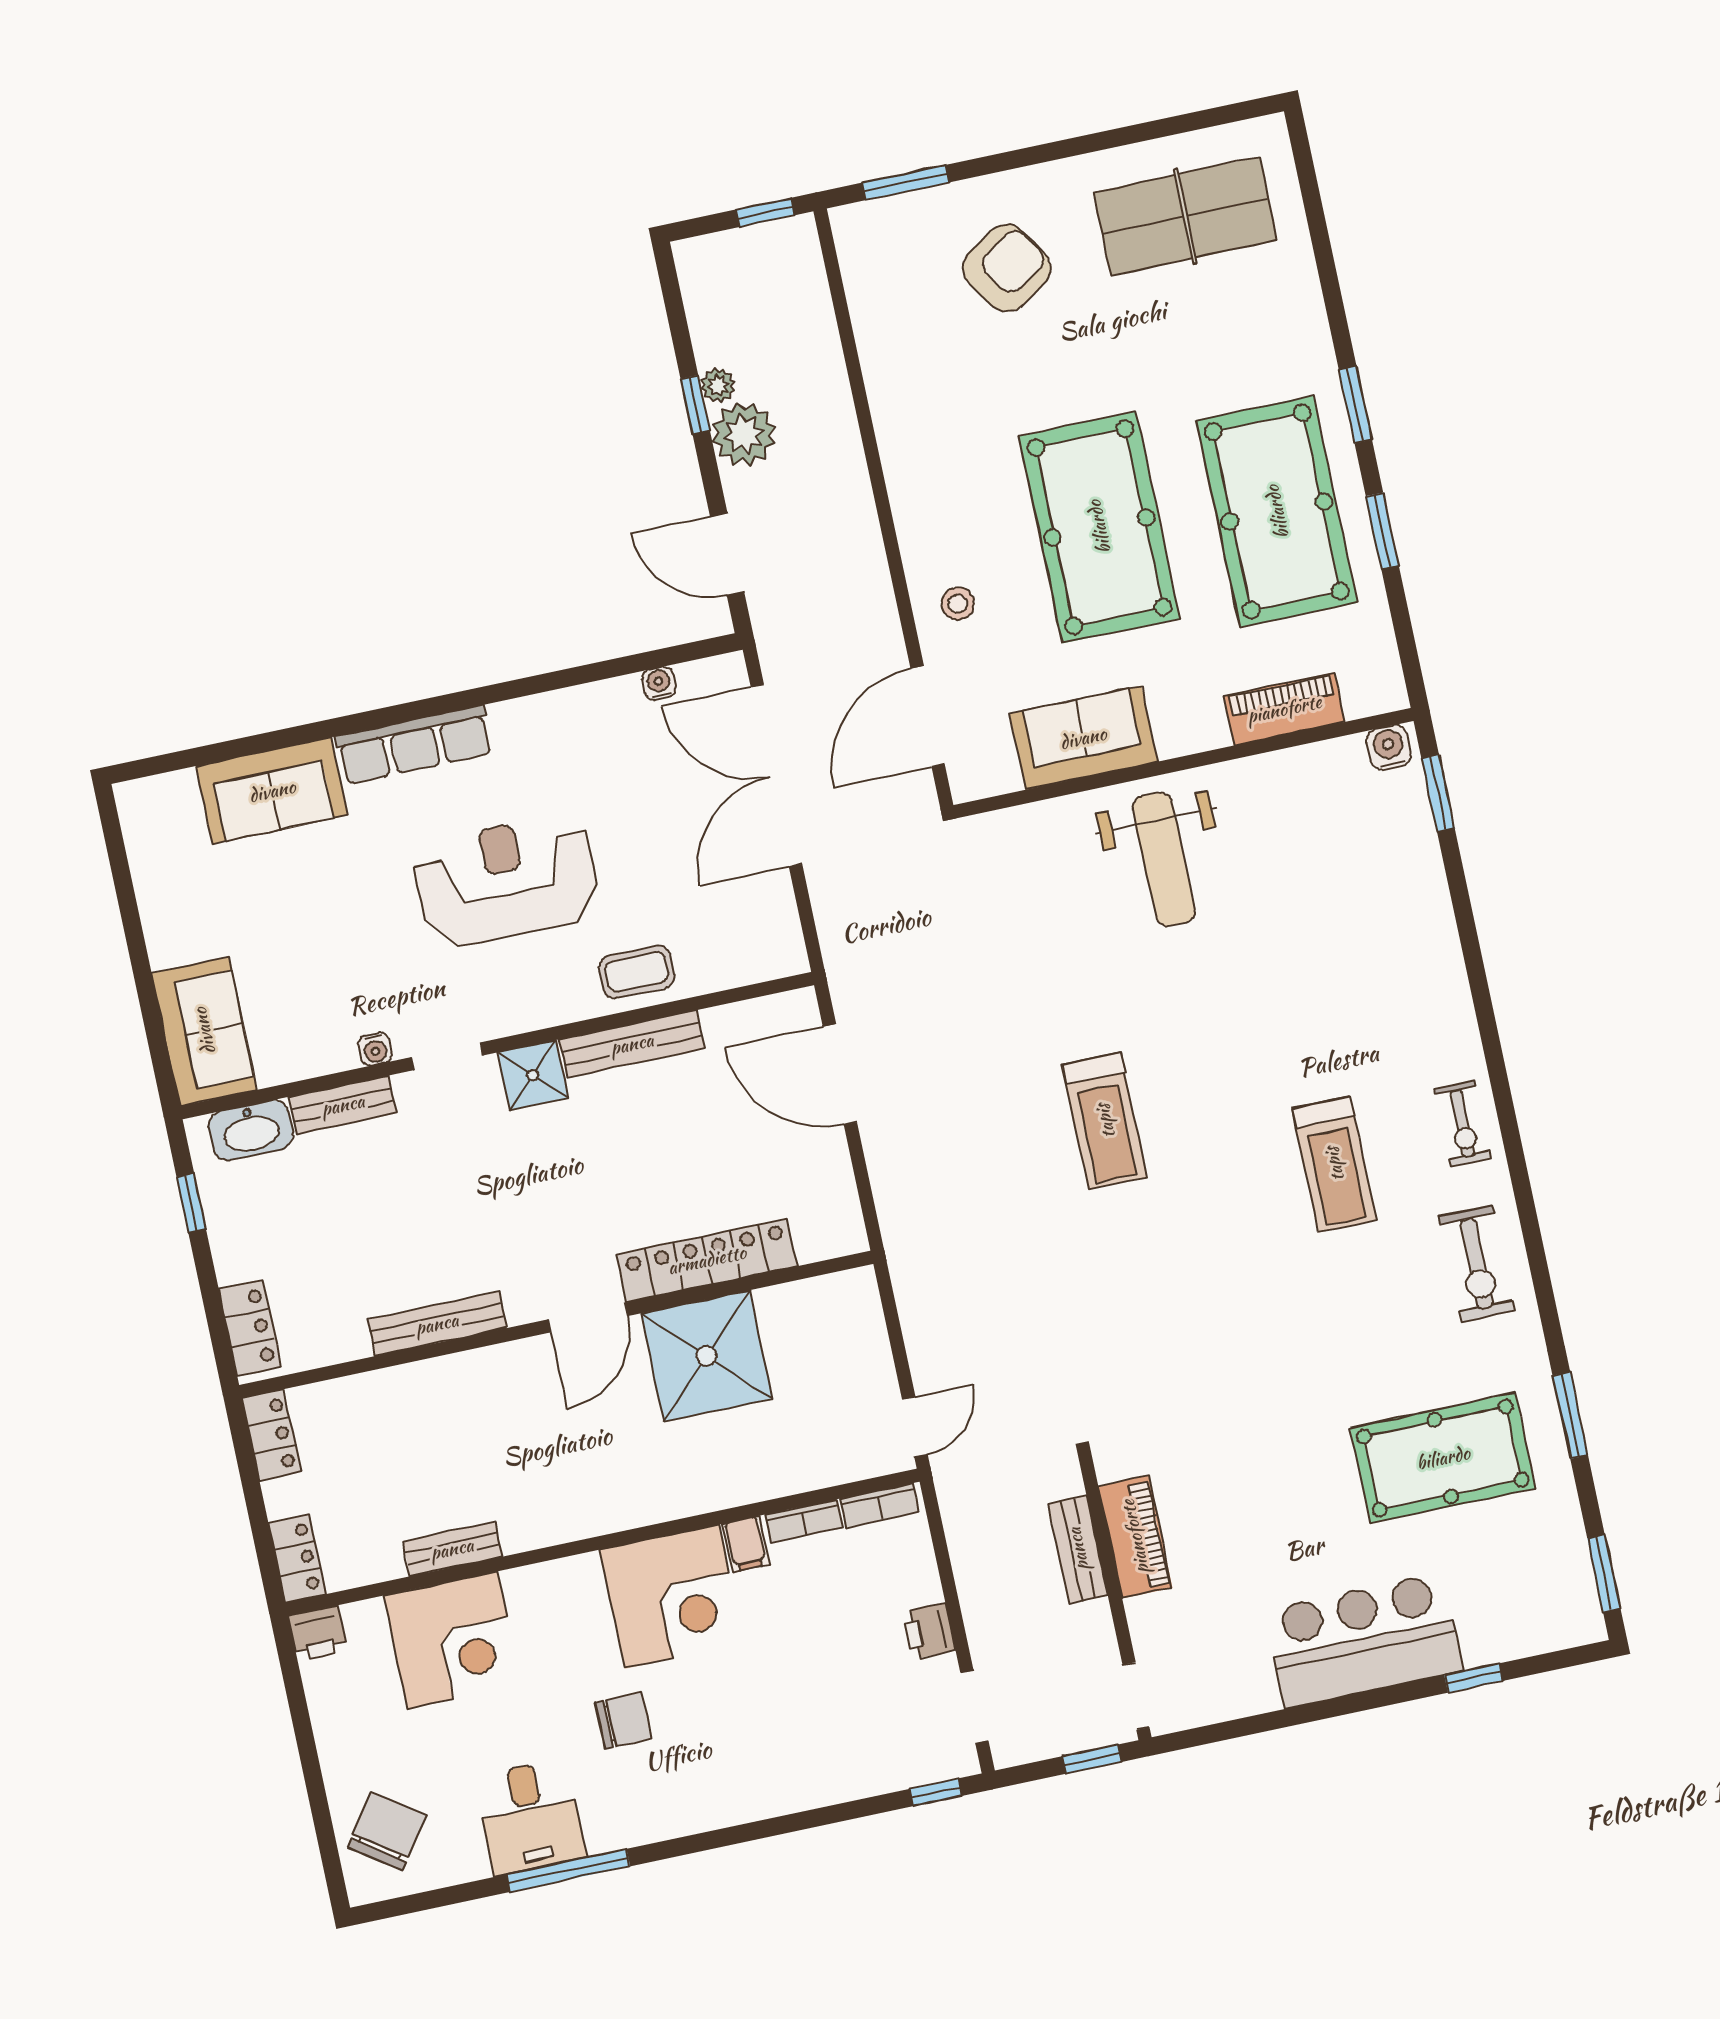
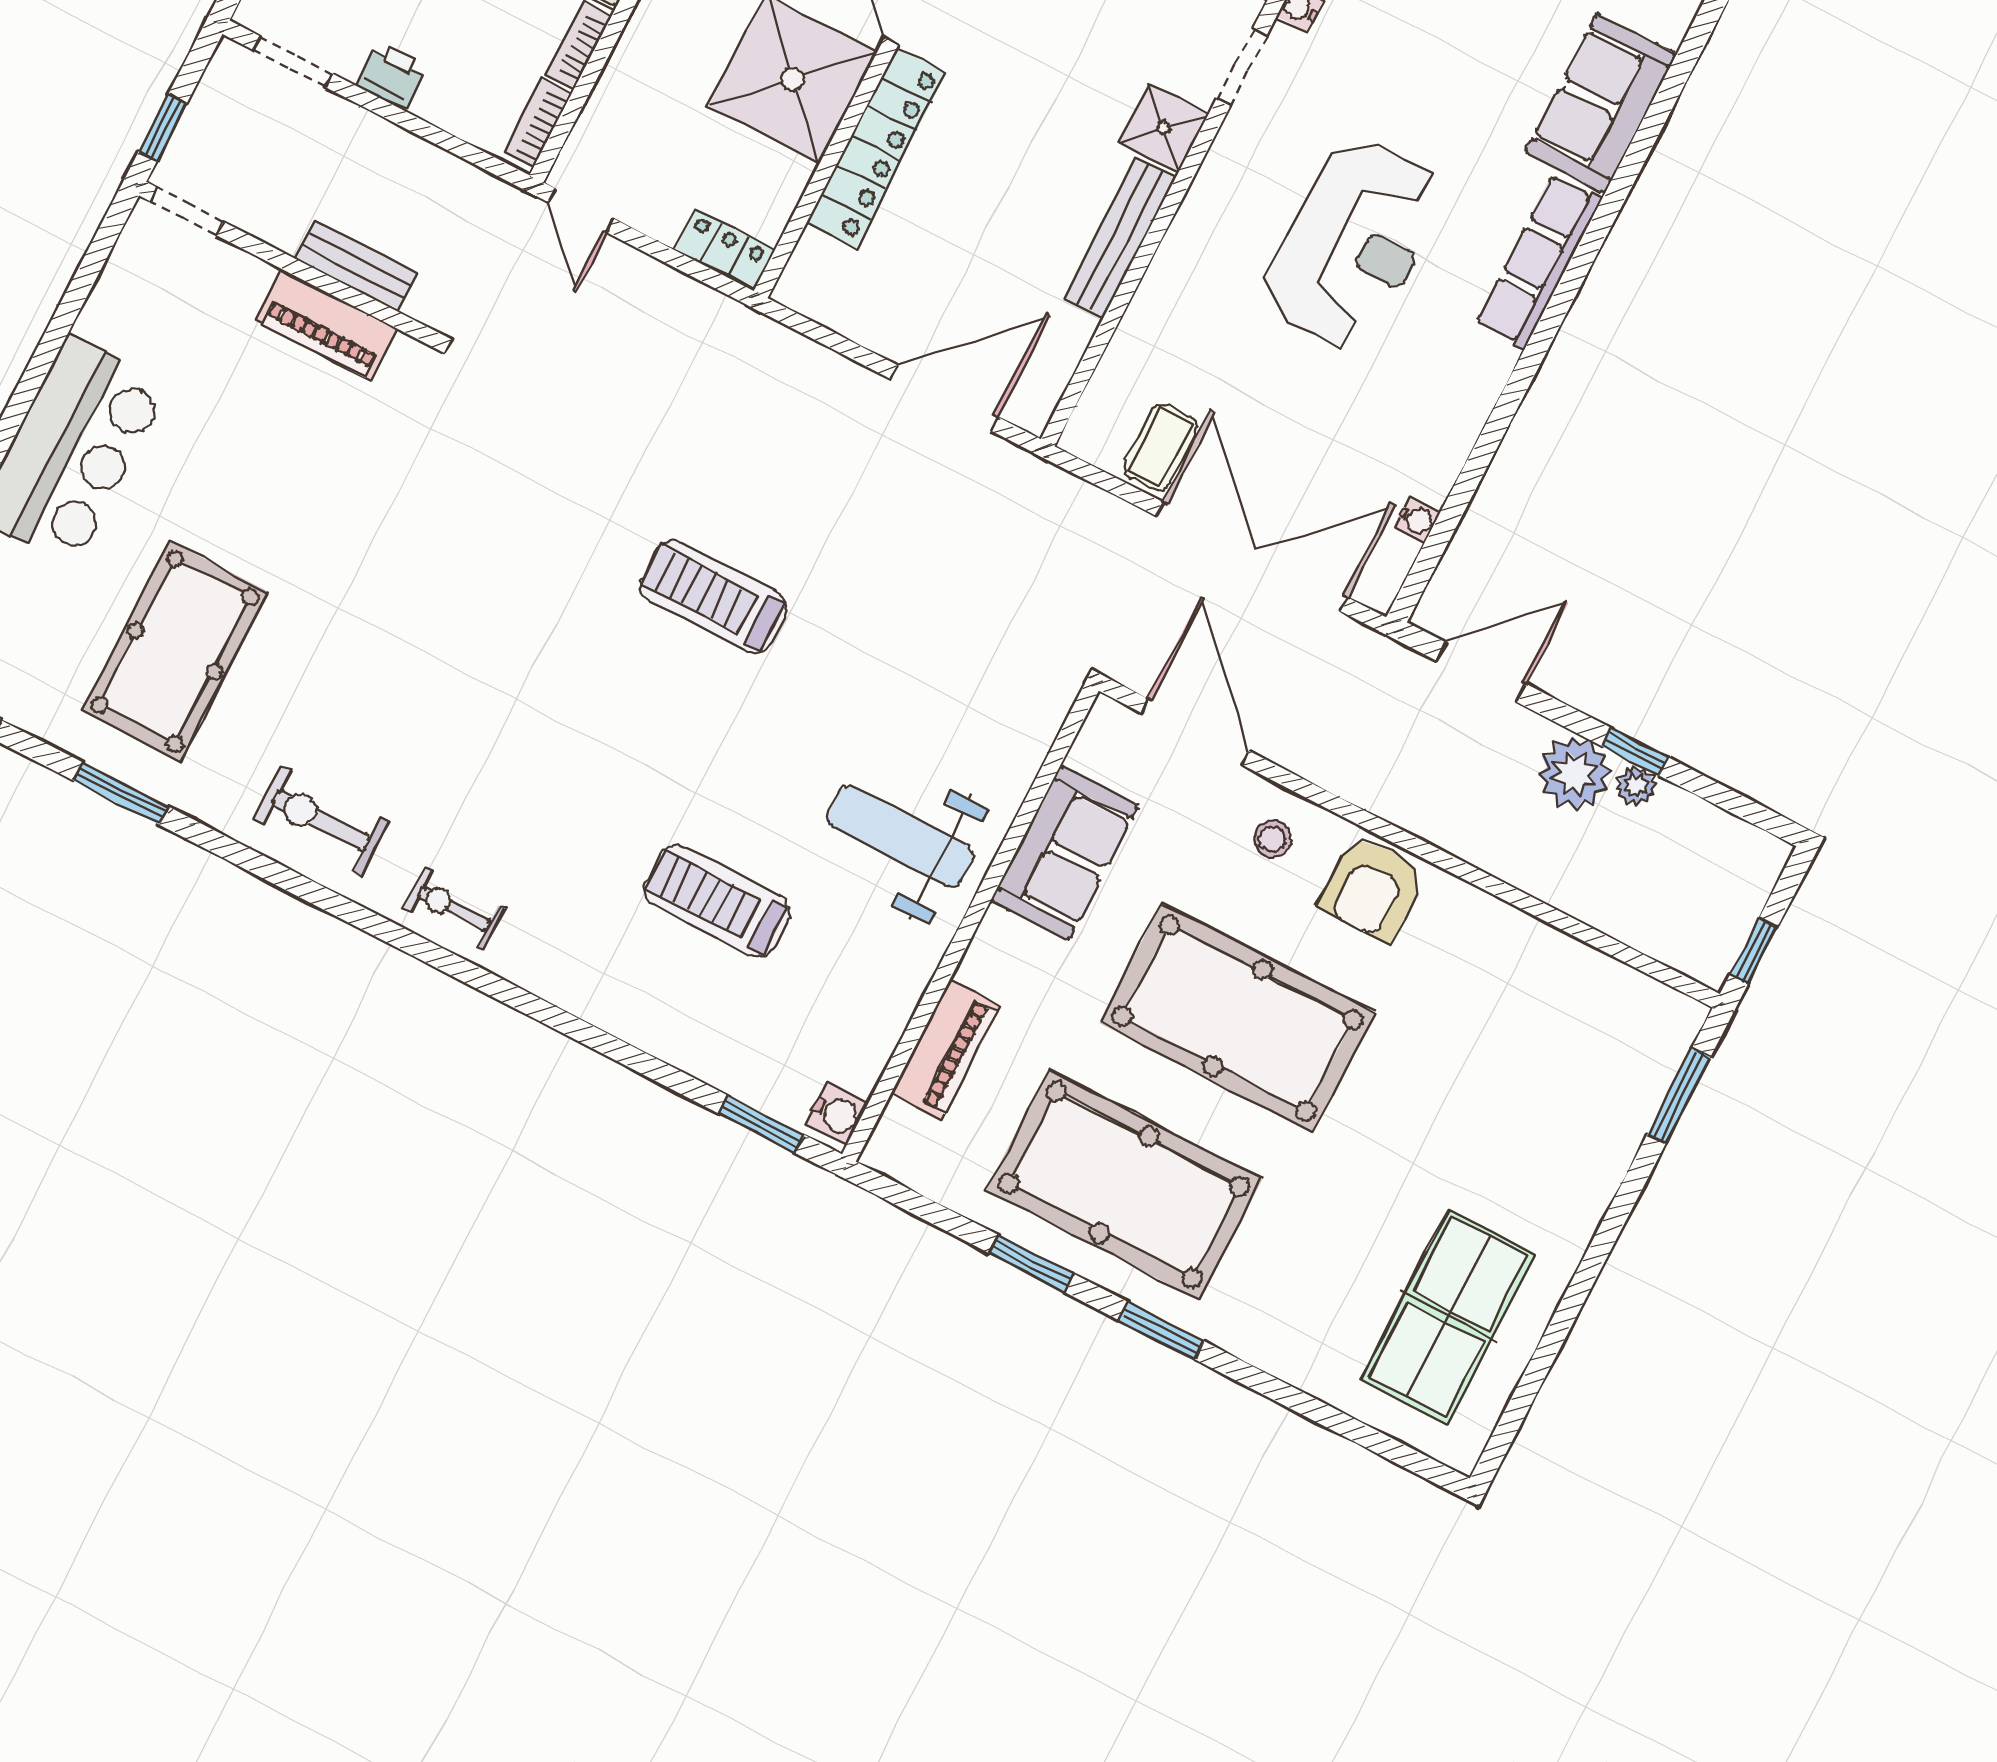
armchair: (1007, 268) -> (1372, 888), moved, turned 33
coffee table: (637, 972) -> (1160, 447), moved
treadmill: (1334, 1164) -> (717, 901), moved
locker: (862, 1307) -> (724, 250), added

